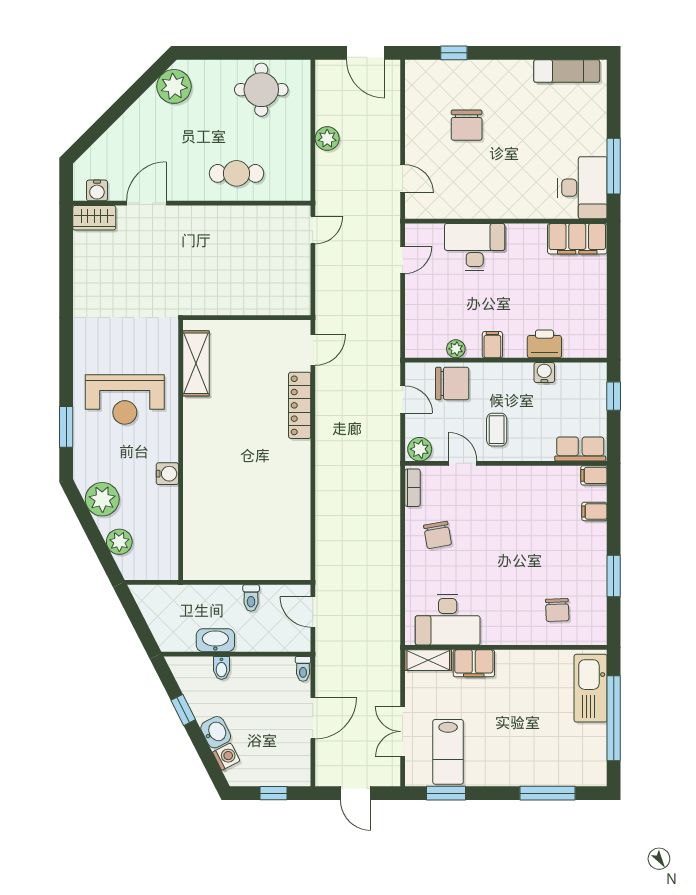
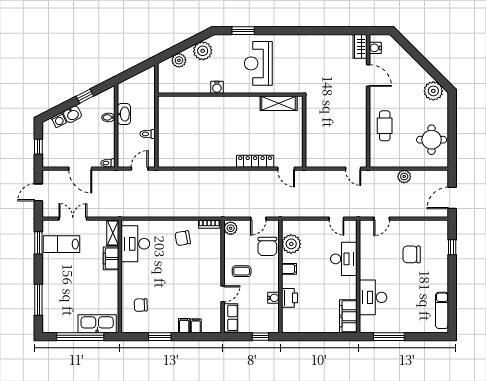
desk: (582, 188) -> (373, 297), moved, turned 90
plant: (456, 349) -> (291, 244), width x1.87, depth x1.87
door: (463, 463) -> (223, 294), moved
filing cabinet: (594, 475) -> (184, 326), moved

